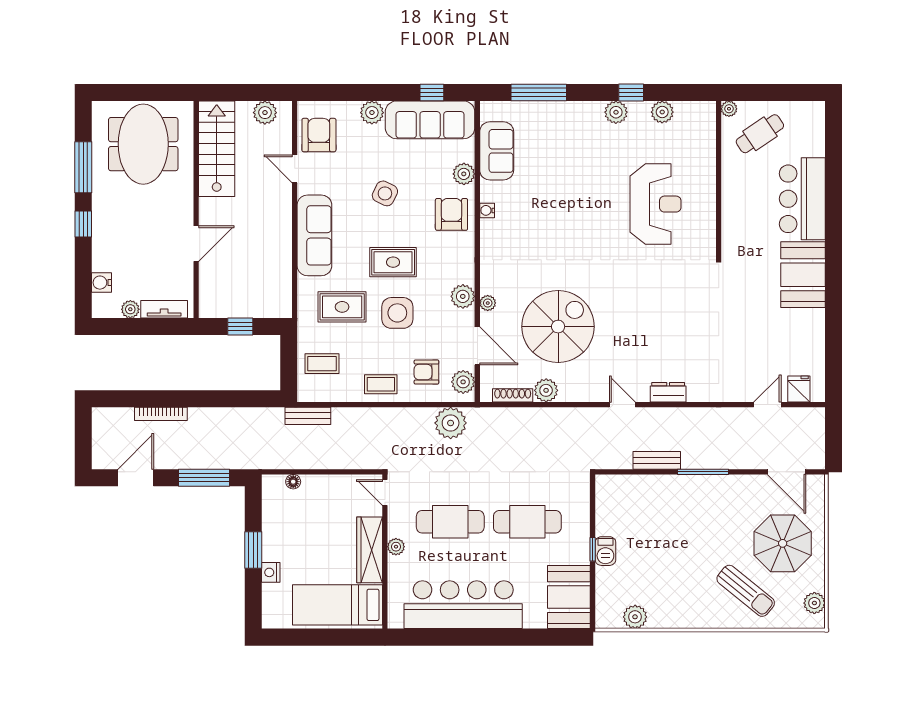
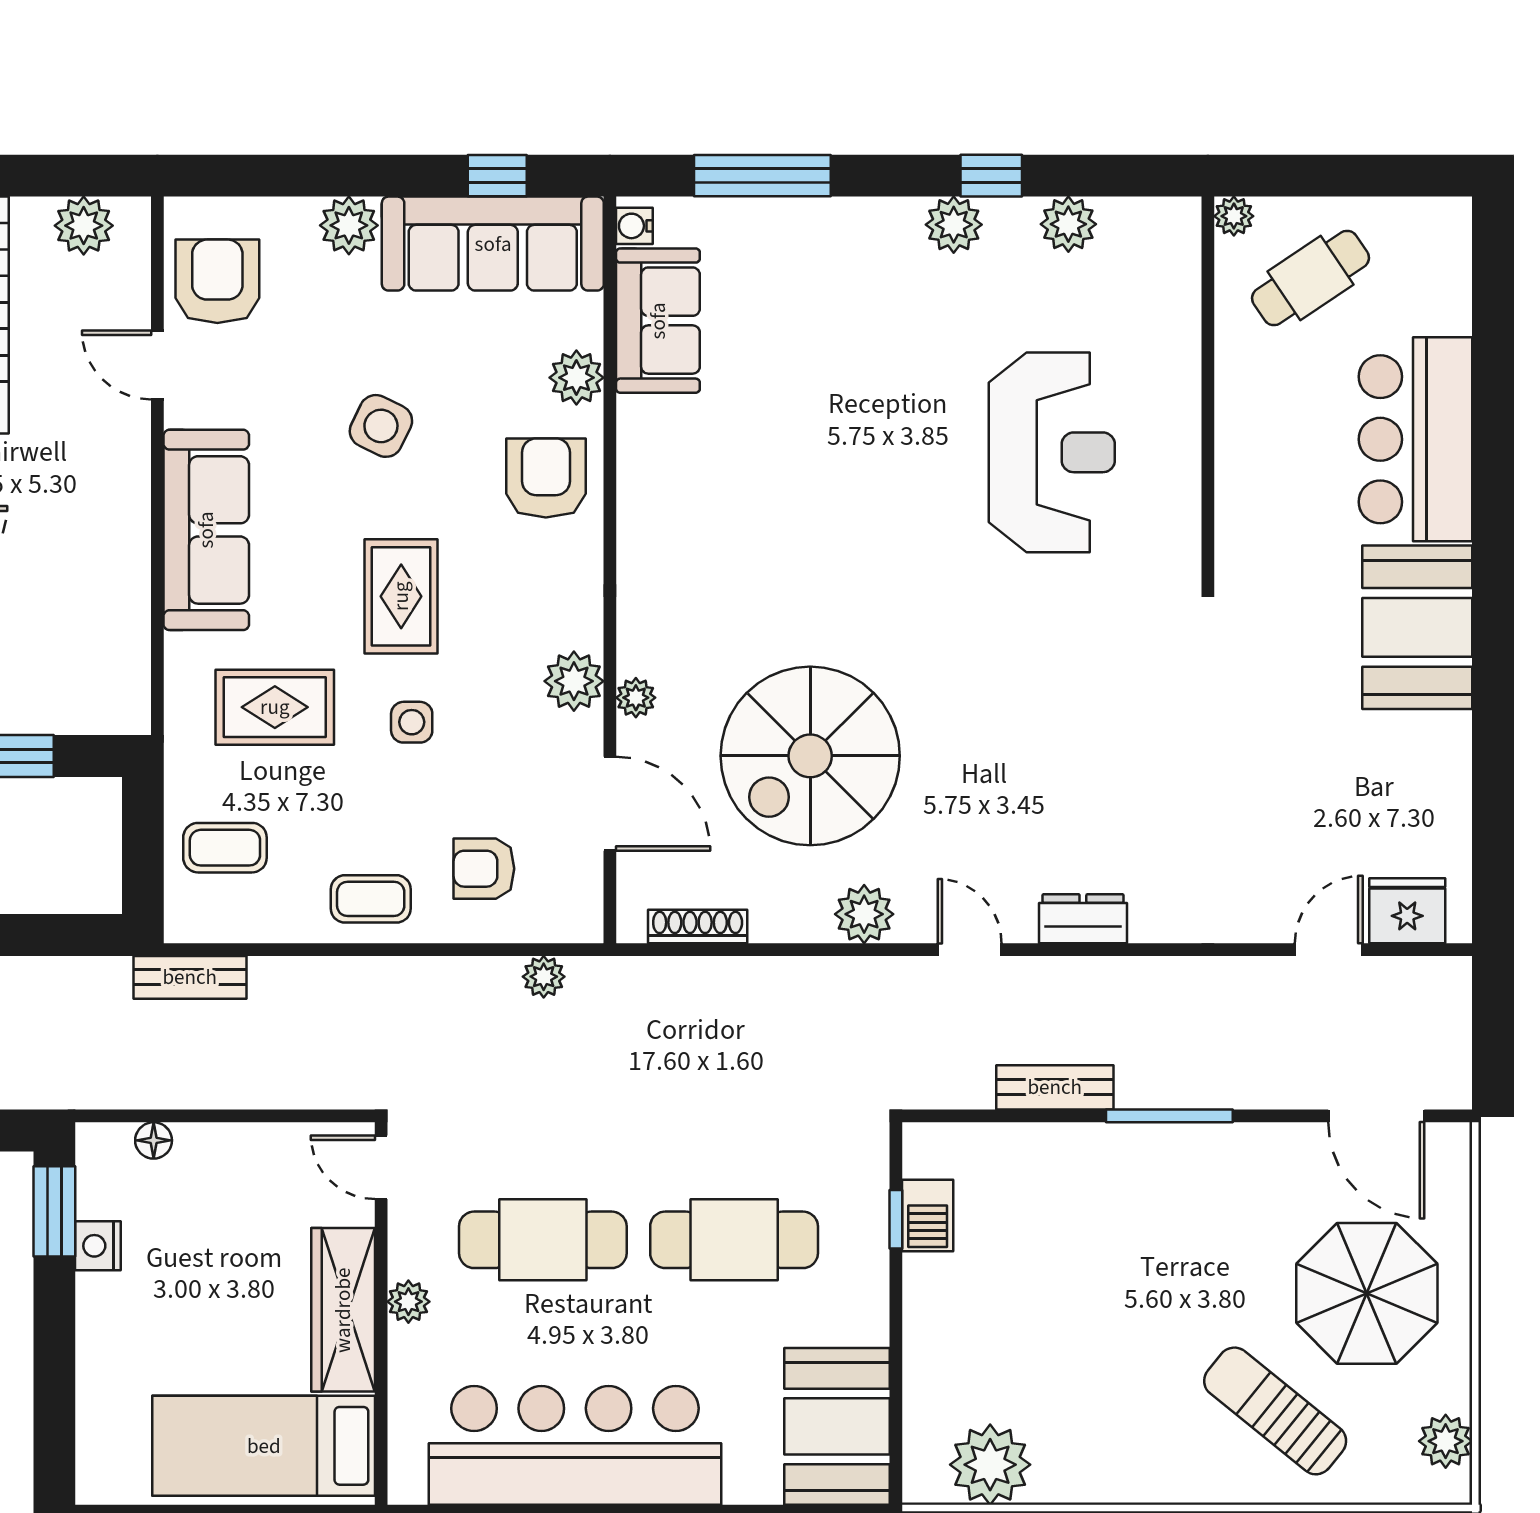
water cooler: (487, 210) -> (634, 226), moved
rug: (393, 262) -> (401, 596), turned 90
side table: (397, 313) -> (412, 722), width x0.54, depth x0.54
spiral stairs: (558, 327) -> (810, 756), turned 180
plant: (463, 382) -> (575, 893), removed
fridge: (799, 389) -> (1407, 911), width x1.38
plant: (546, 390) -> (864, 914), moved
plant: (451, 423) -> (544, 977), width x0.53, depth x0.53
window: (593, 549) -> (896, 1219), moved
window: (253, 550) -> (54, 1211), moved
barbecue: (605, 551) -> (928, 1215), moved
nightstand: (271, 572) -> (98, 1246), moved
sun lounger: (746, 591) -> (1275, 1411), turned 180
plant: (635, 617) -> (990, 1465), width x1.36, depth x1.36

